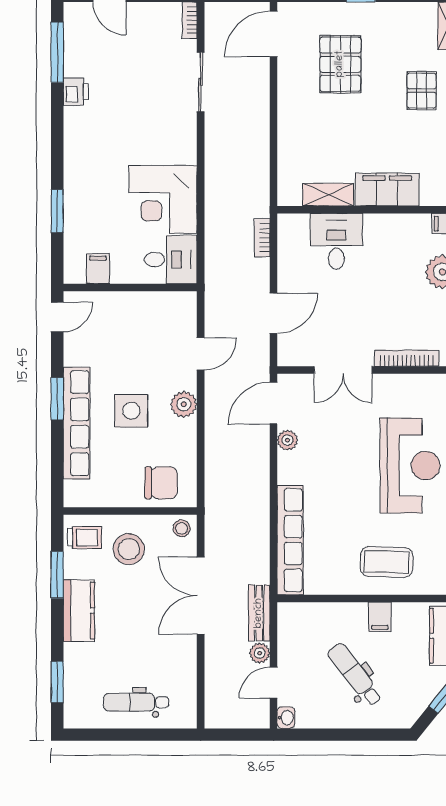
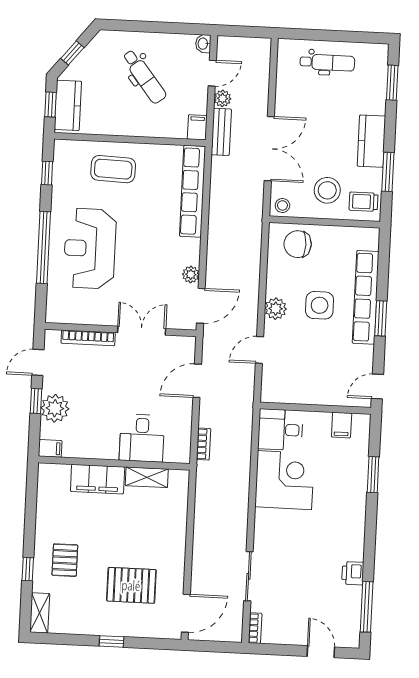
pallet: (340, 64) -> (131, 585), turned 90
filing cabinet: (380, 617) -> (197, 127), moved

